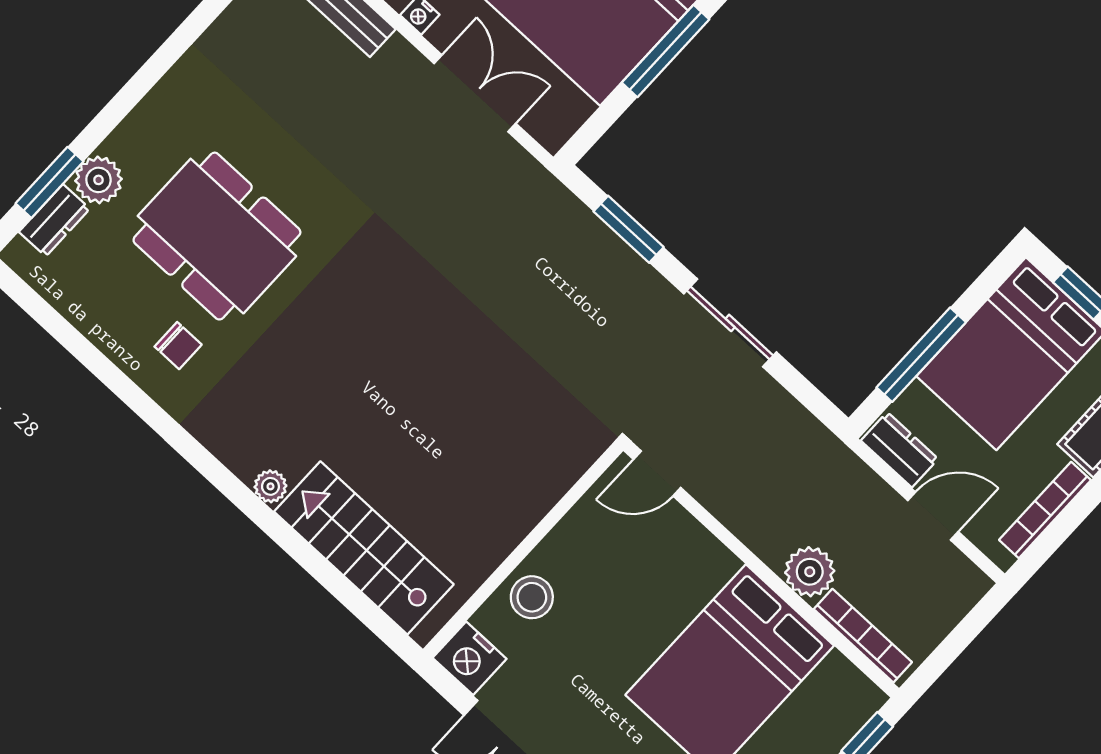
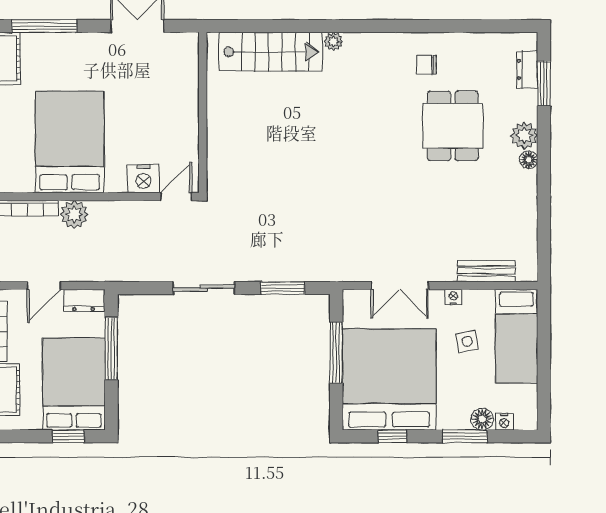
window: (666, 51) -> (336, 353), moved
floor lamp: (160, 102) -> (529, 160), added
plant: (98, 180) -> (524, 135), moved
dining table: (217, 236) -> (453, 126), width x0.73
stool: (532, 597) -> (181, 96), removed
nightstand: (470, 658) -> (143, 179), moved, turned 180

